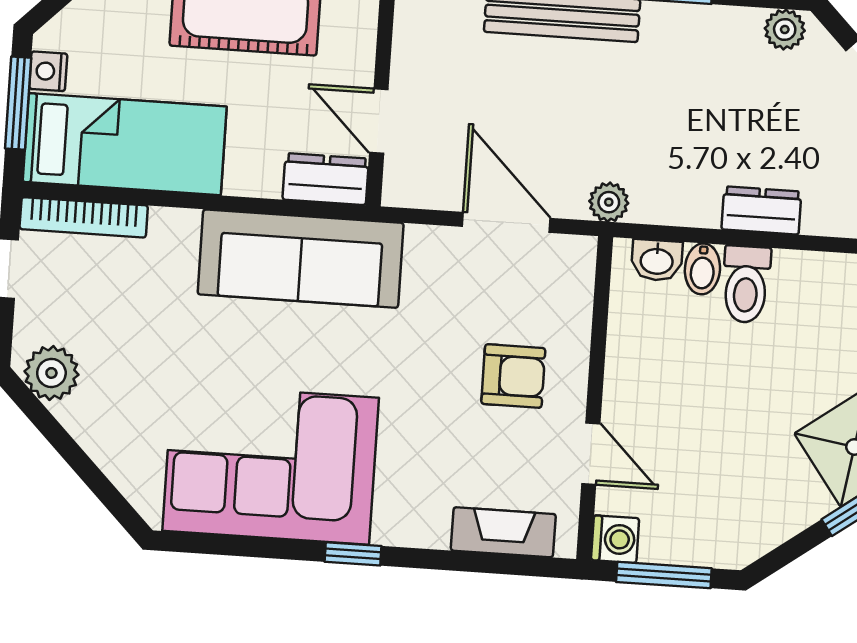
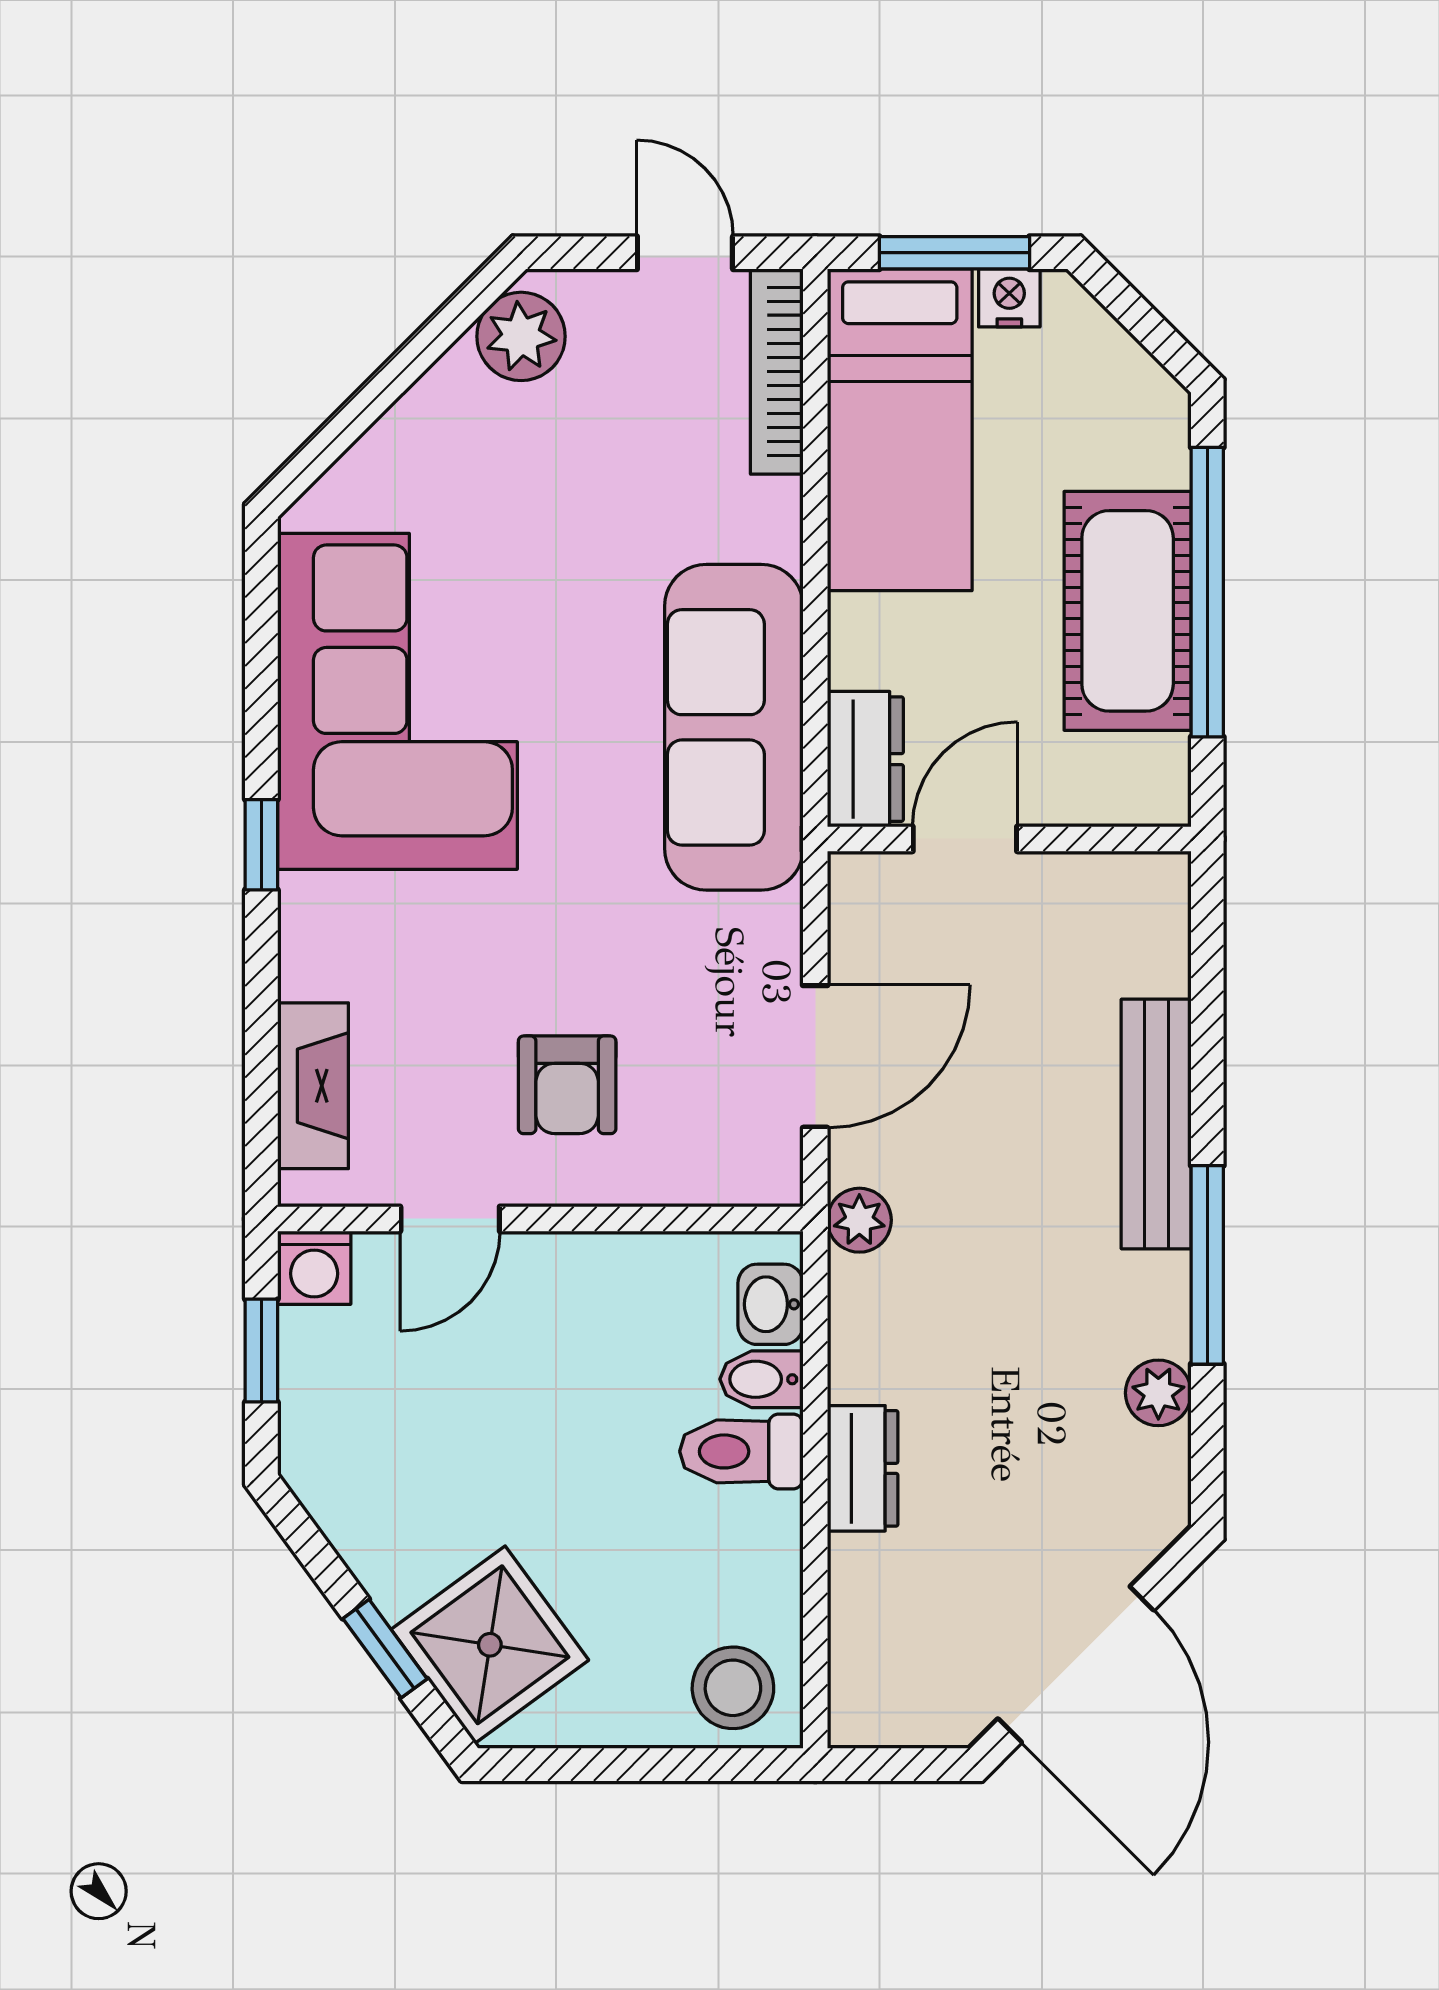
plant: (785, 29) -> (1158, 1393), moved
window: (664, 575) -> (261, 1351), width x0.67

